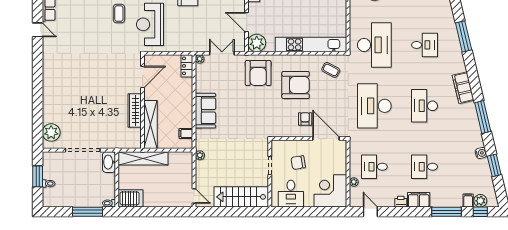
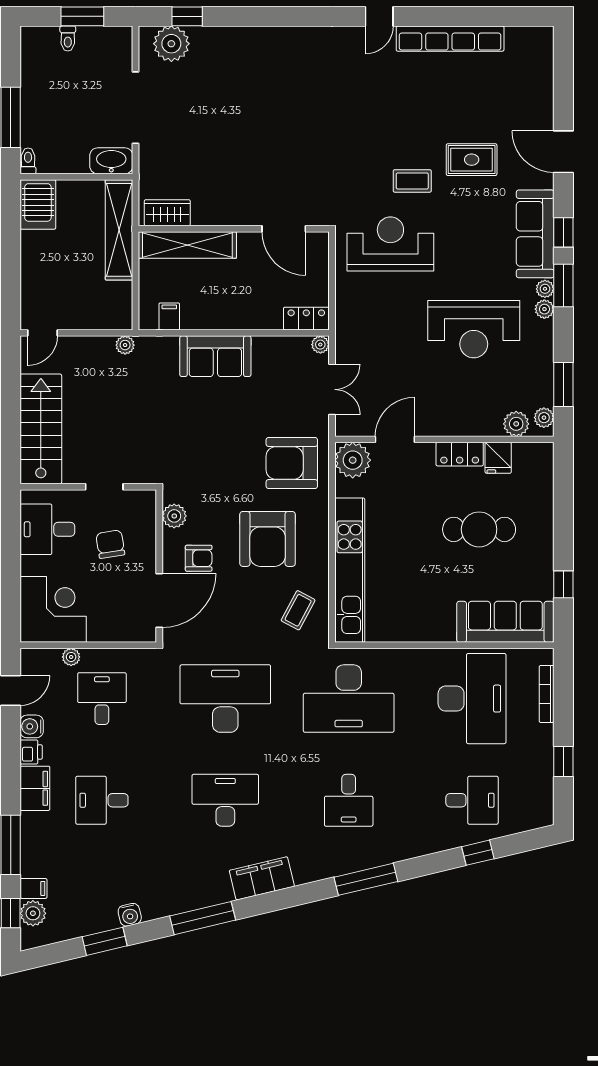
wardrobe: (135, 111) -> (167, 213), moved, width x0.67
window: (38, 125) -> (187, 16), added
plant: (284, 131) -> (174, 516), added
desk: (425, 167) -> (102, 800), turned -90
water cooler: (388, 201) -> (32, 726), added

